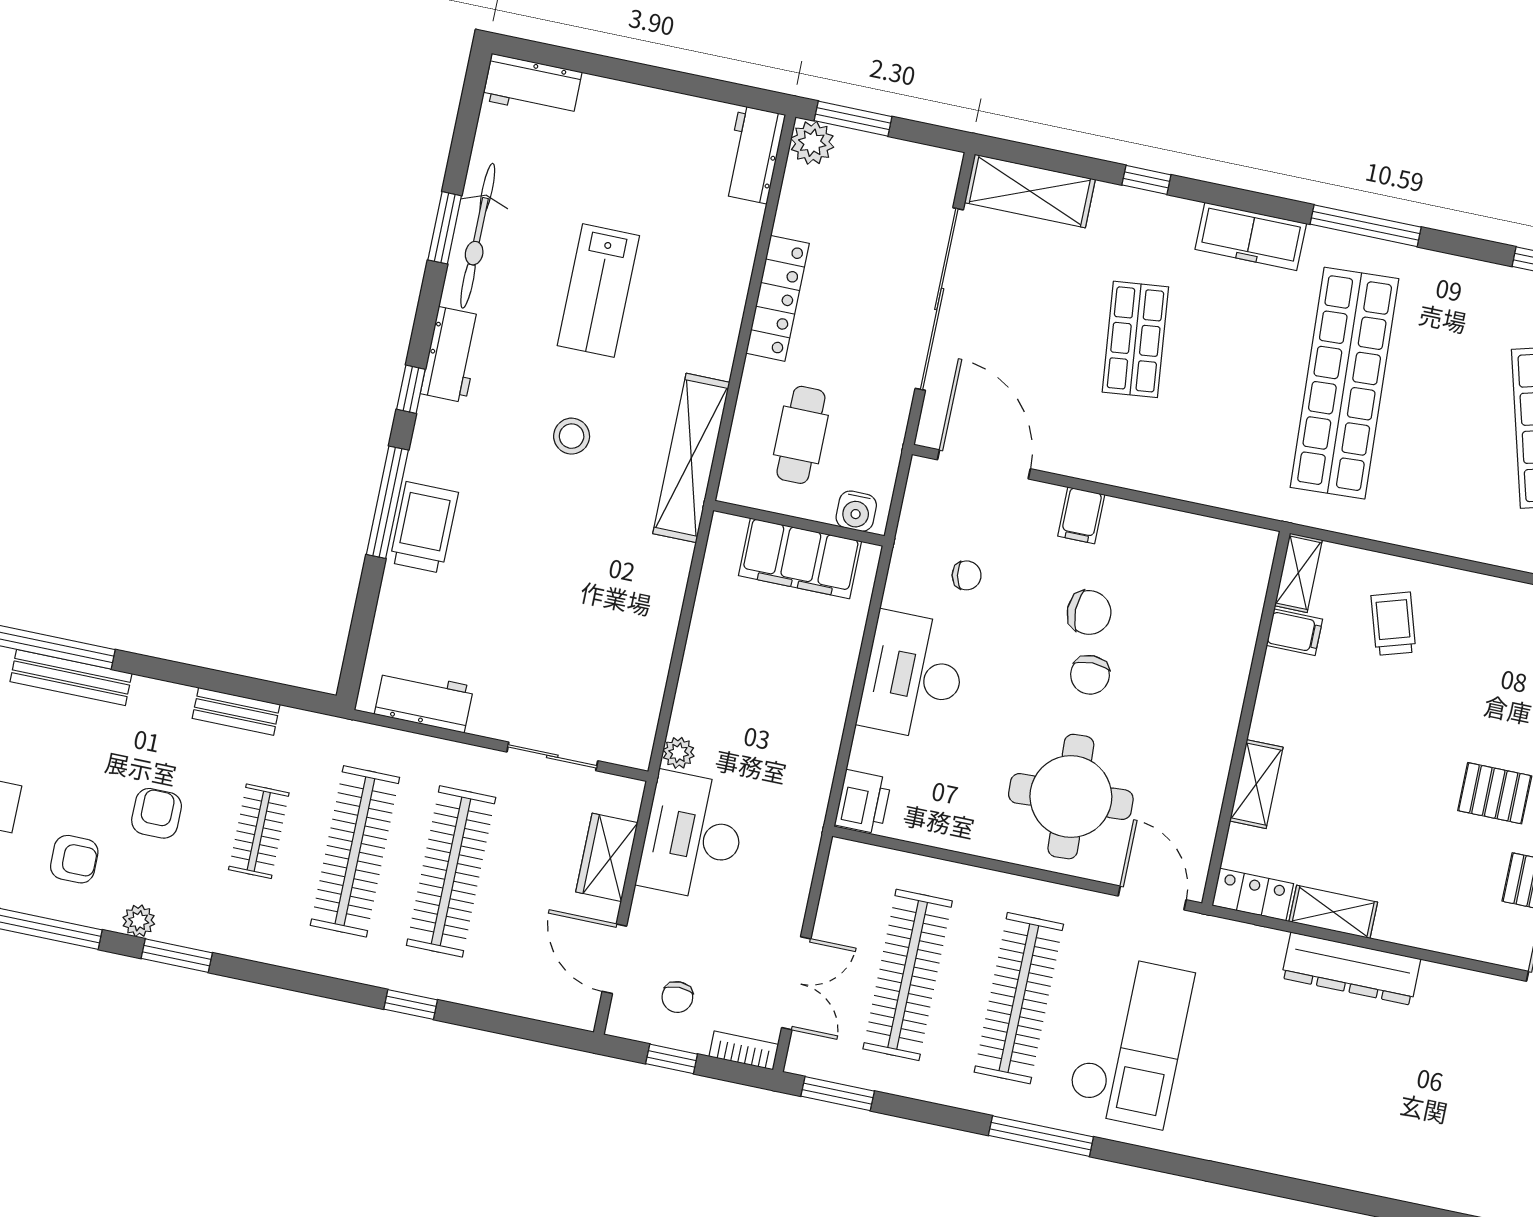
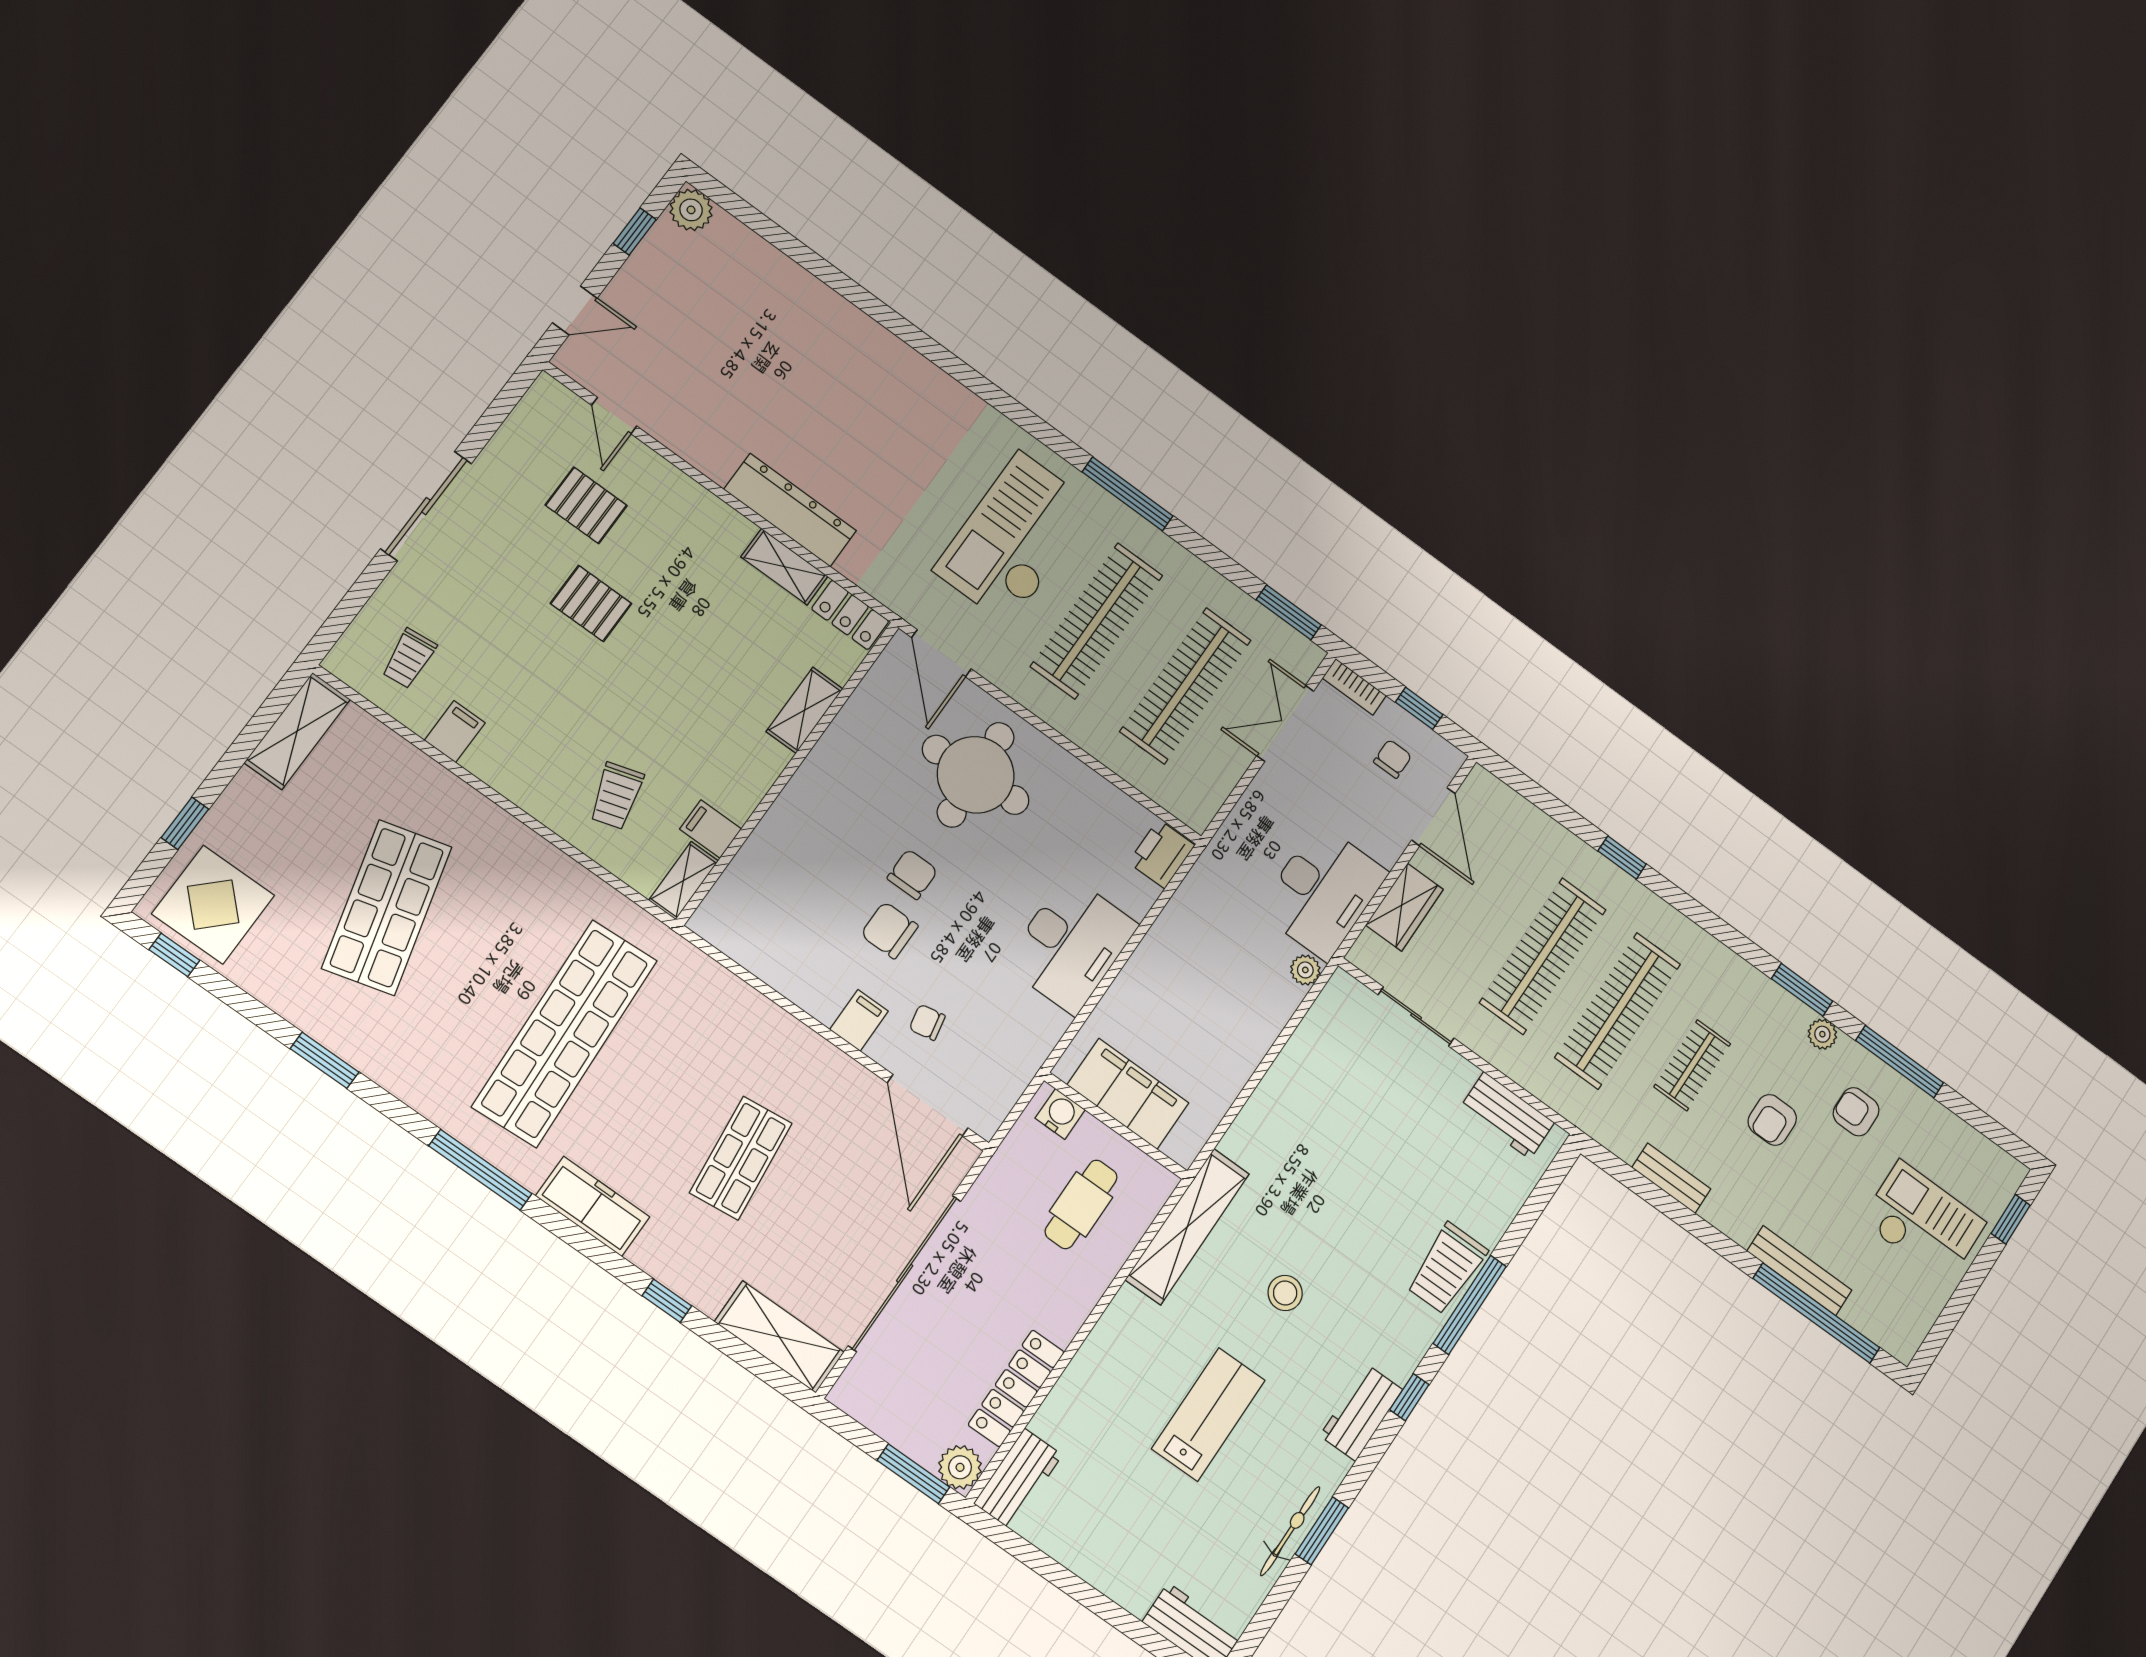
bicycle: (478, 236) -> (1290, 1531), width x0.73, depth x0.71
locker: (778, 298) -> (1016, 1388), moved
chair: (967, 575) -> (927, 1022), moved

